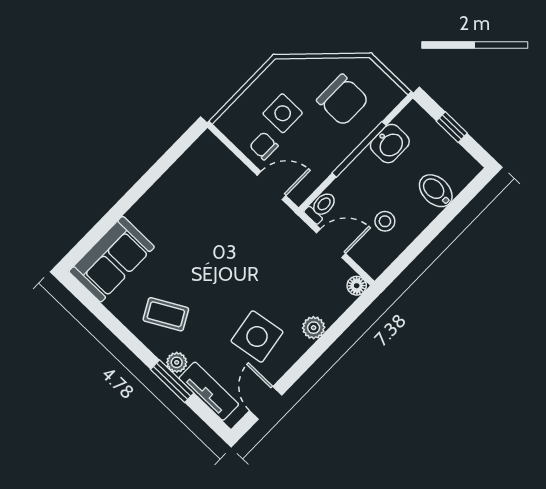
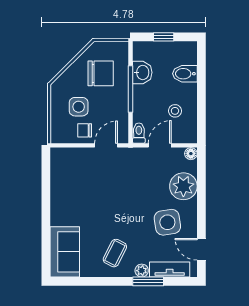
coffee table: (166, 314) -> (115, 253), turned -34
plant: (314, 328) -> (183, 186), width x1.88, depth x1.88

